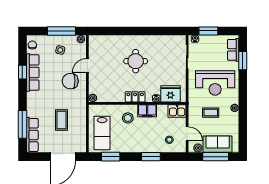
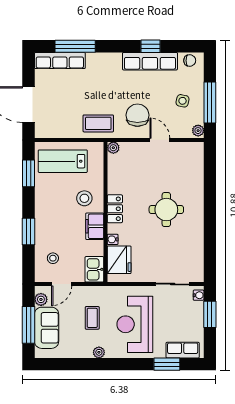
coffee table: (62, 120) -> (98, 123), moved

